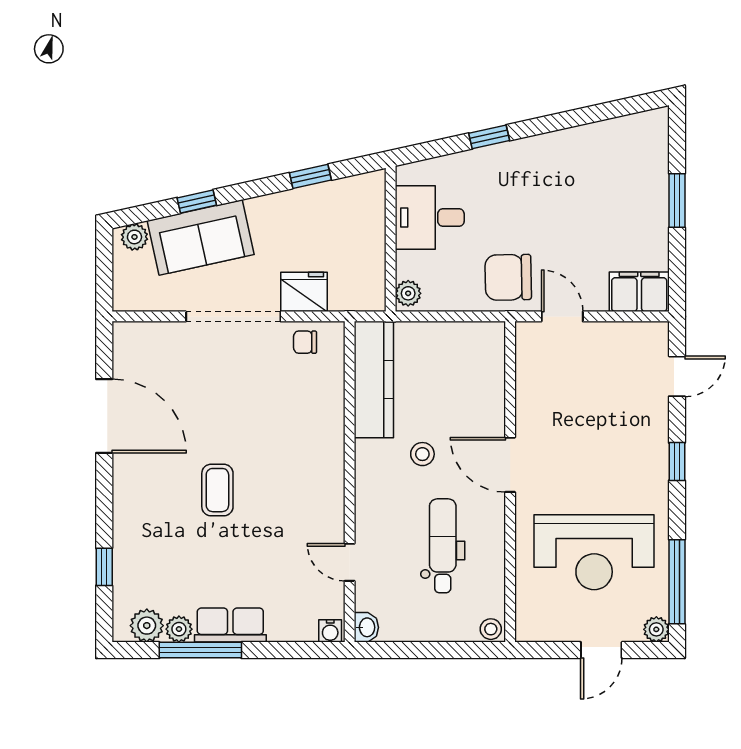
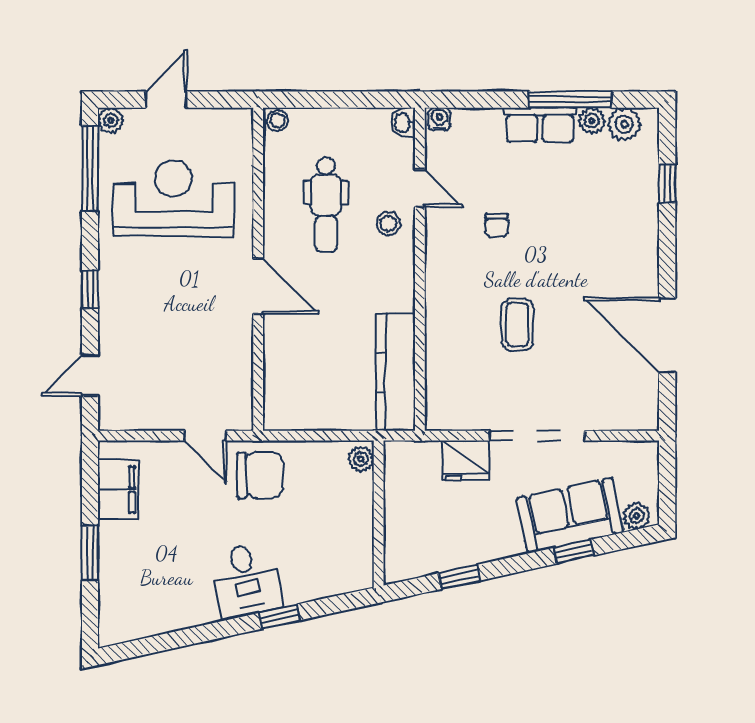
desk: (430, 218) -> (246, 580), moved, turned 78
filing cabinet: (639, 292) -> (118, 490), moved, turned -90
chair: (305, 342) -> (497, 225), moved, turned 90
stool: (422, 454) -> (388, 224), moved
coffee table: (217, 490) -> (517, 325), moved

